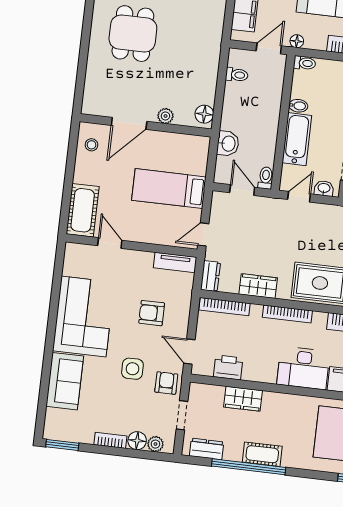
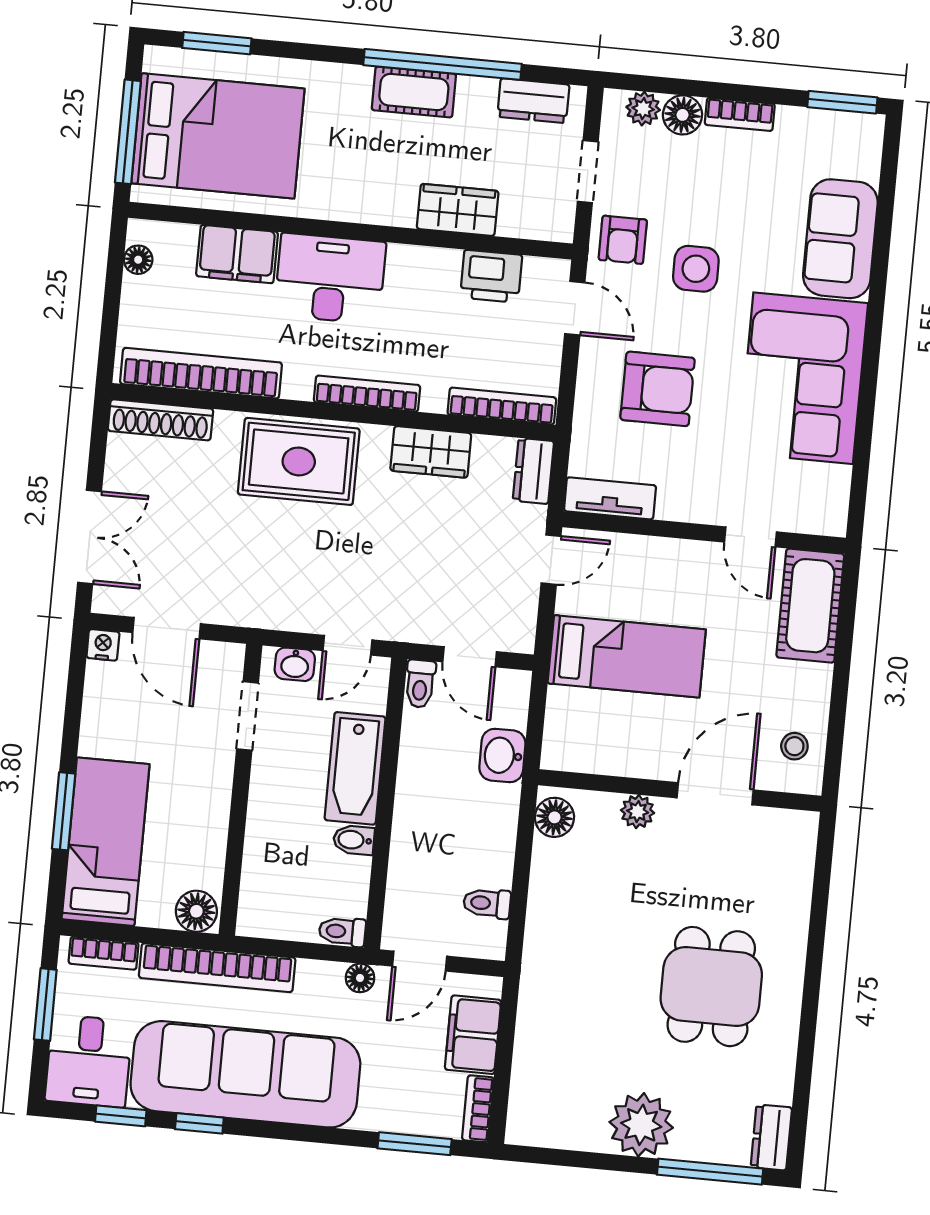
armchair: (152, 313) -> (658, 389), width x1.38, depth x1.38

